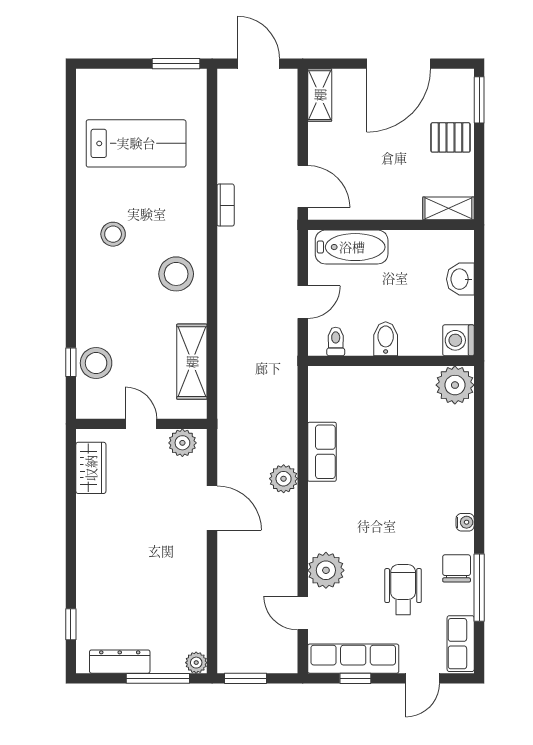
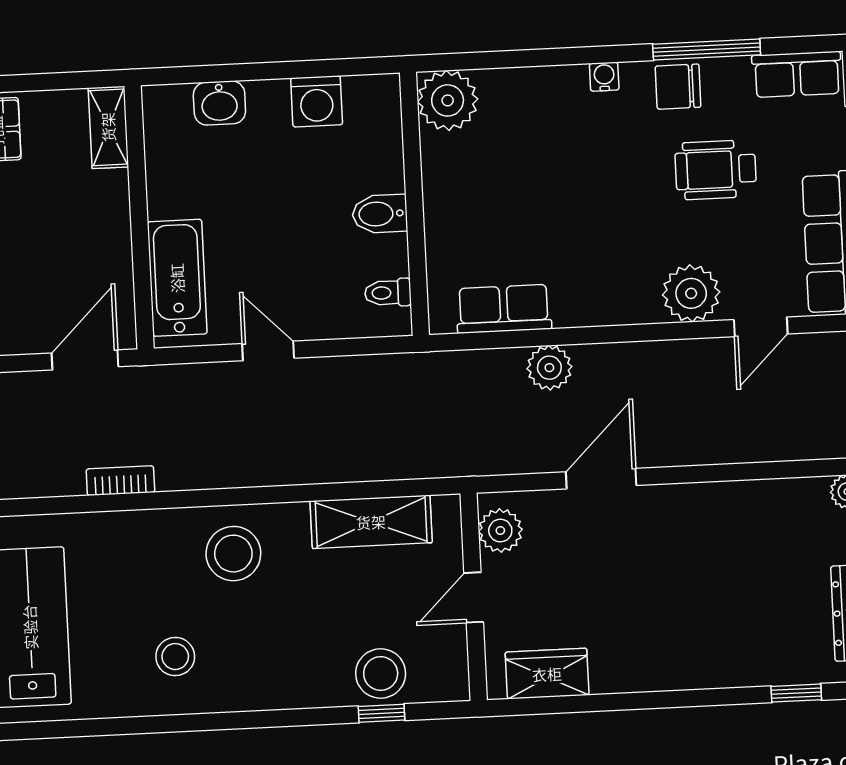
bidet: (386, 339) -> (380, 214), moved
toilet: (336, 341) -> (388, 293), moved
wall: (391, 361) -> (414, 204), moved
plant: (455, 385) -> (448, 100), moved

